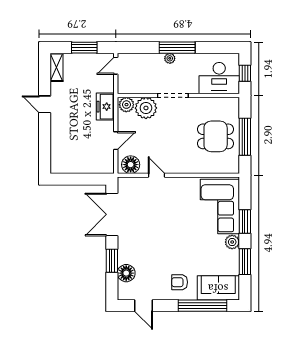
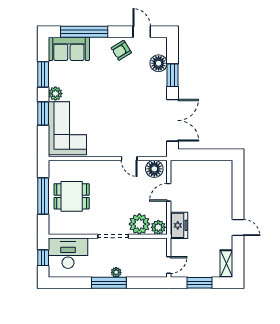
armchair: (180, 282) -> (121, 50), moved, turned 148

